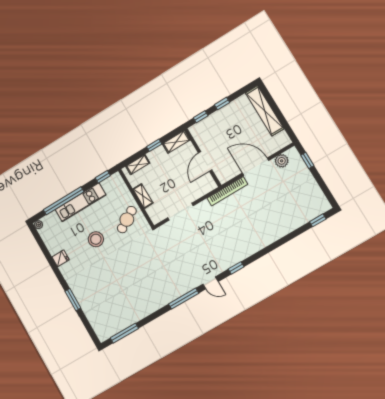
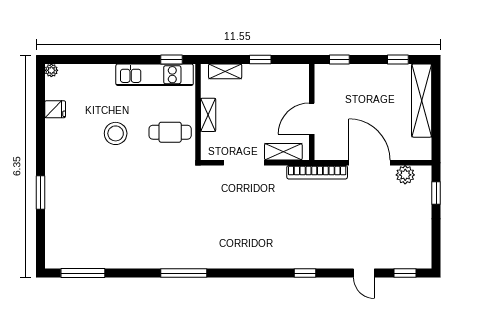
window: (222, 104) -> (398, 59), moved
shelving: (176, 142) -> (283, 152), moved
window: (64, 201) -> (102, 59), removed
kitchen unit: (81, 202) -> (155, 75), moved
cafe table: (127, 220) -> (170, 132), turned 31
fridge: (61, 258) -> (55, 109), moved
window: (236, 268) -> (305, 273), moved
door: (211, 283) -> (364, 273), moved

